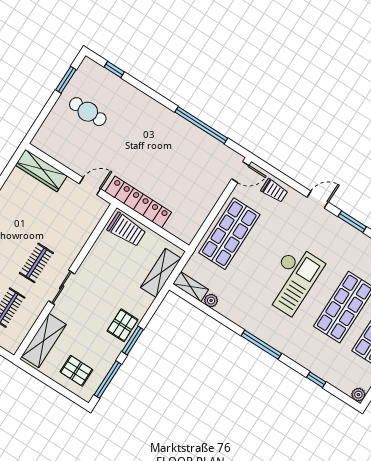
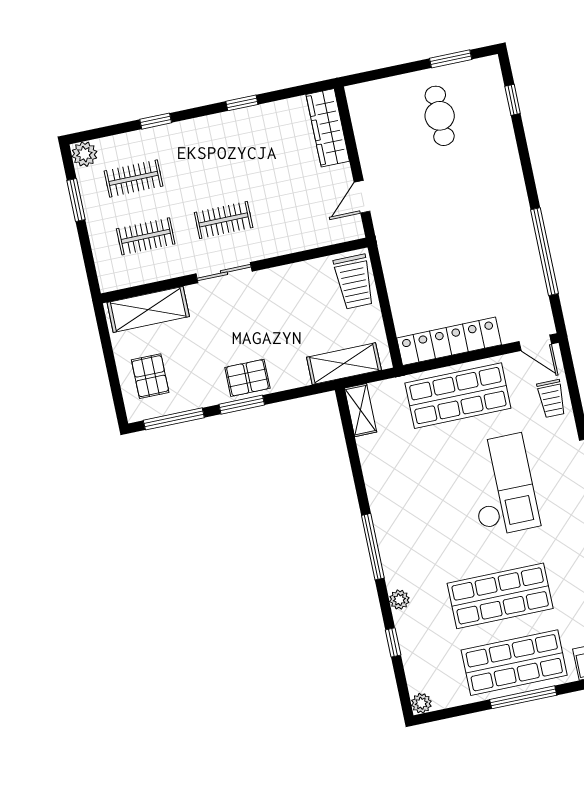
door: (90, 186) -> (362, 197), swing flipped
locker: (138, 202) -> (449, 341), moved, turned -90
checkout: (292, 280) -> (502, 485), moved, turned -90
plant: (211, 301) -> (399, 600), moved

